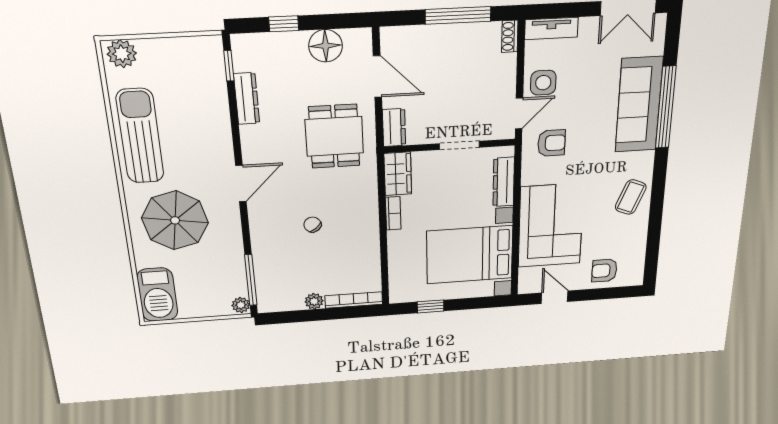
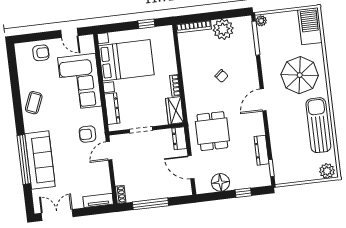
side table: (543, 83) -> (98, 170), removed
sun lounger: (140, 136) -> (318, 125), turned 180
plant: (314, 301) -> (223, 29), width x1.87, depth x1.87

